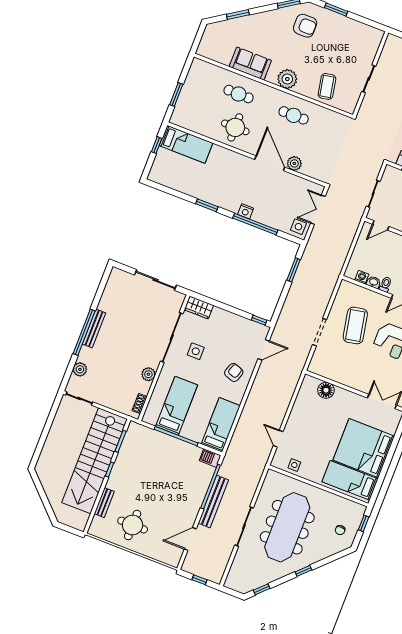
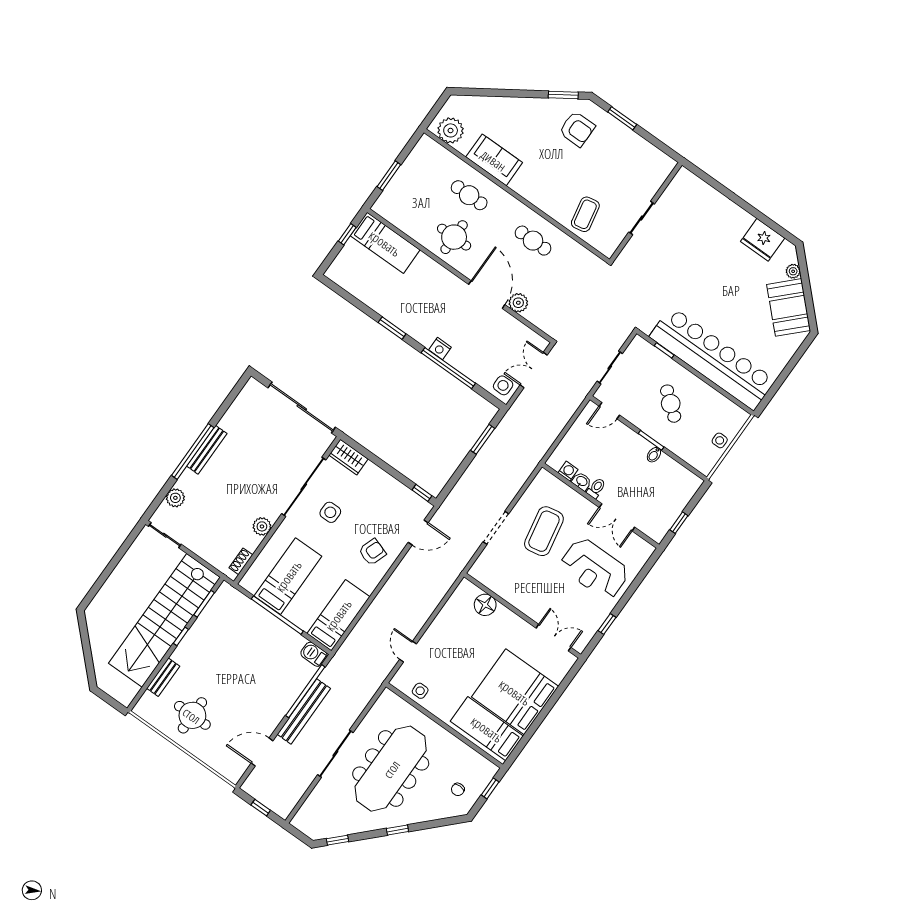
window: (238, 15) -> (494, 93), removed
plant: (287, 79) -> (451, 130), moved
sliding door: (155, 280) -> (302, 407), width x1.36

